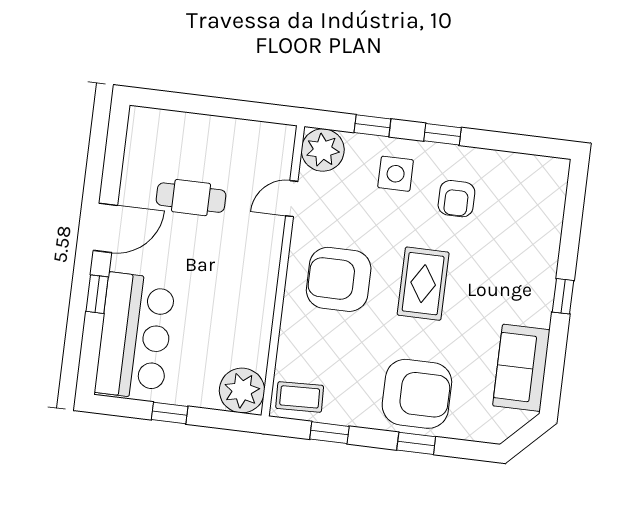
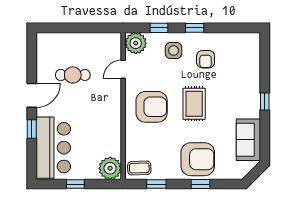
armchair: (339, 279) -> (152, 107), turned 180

